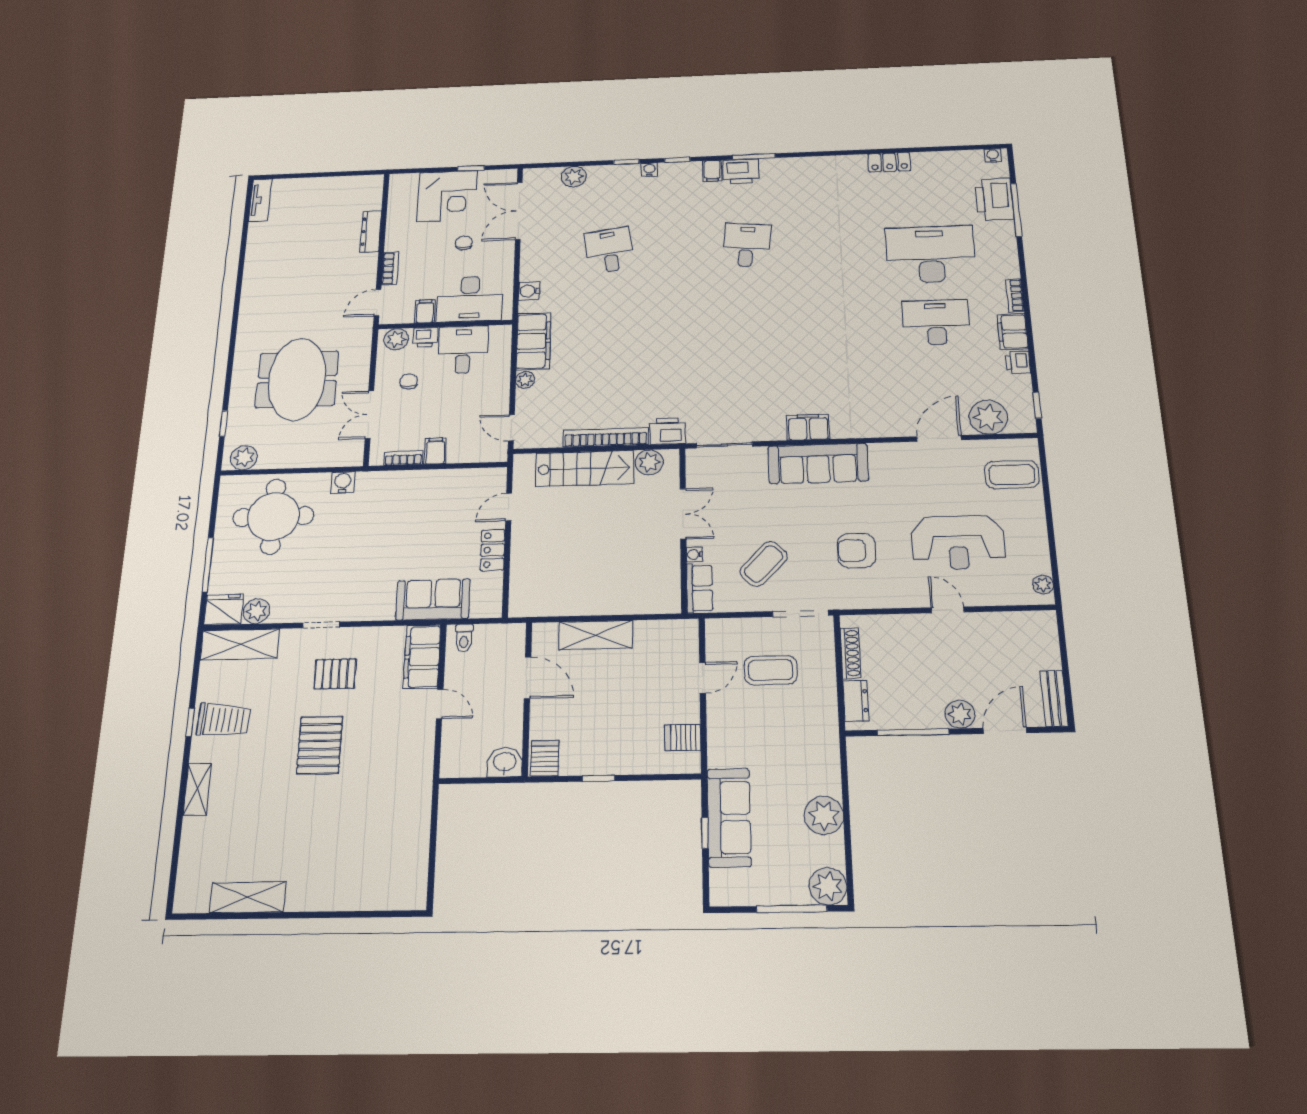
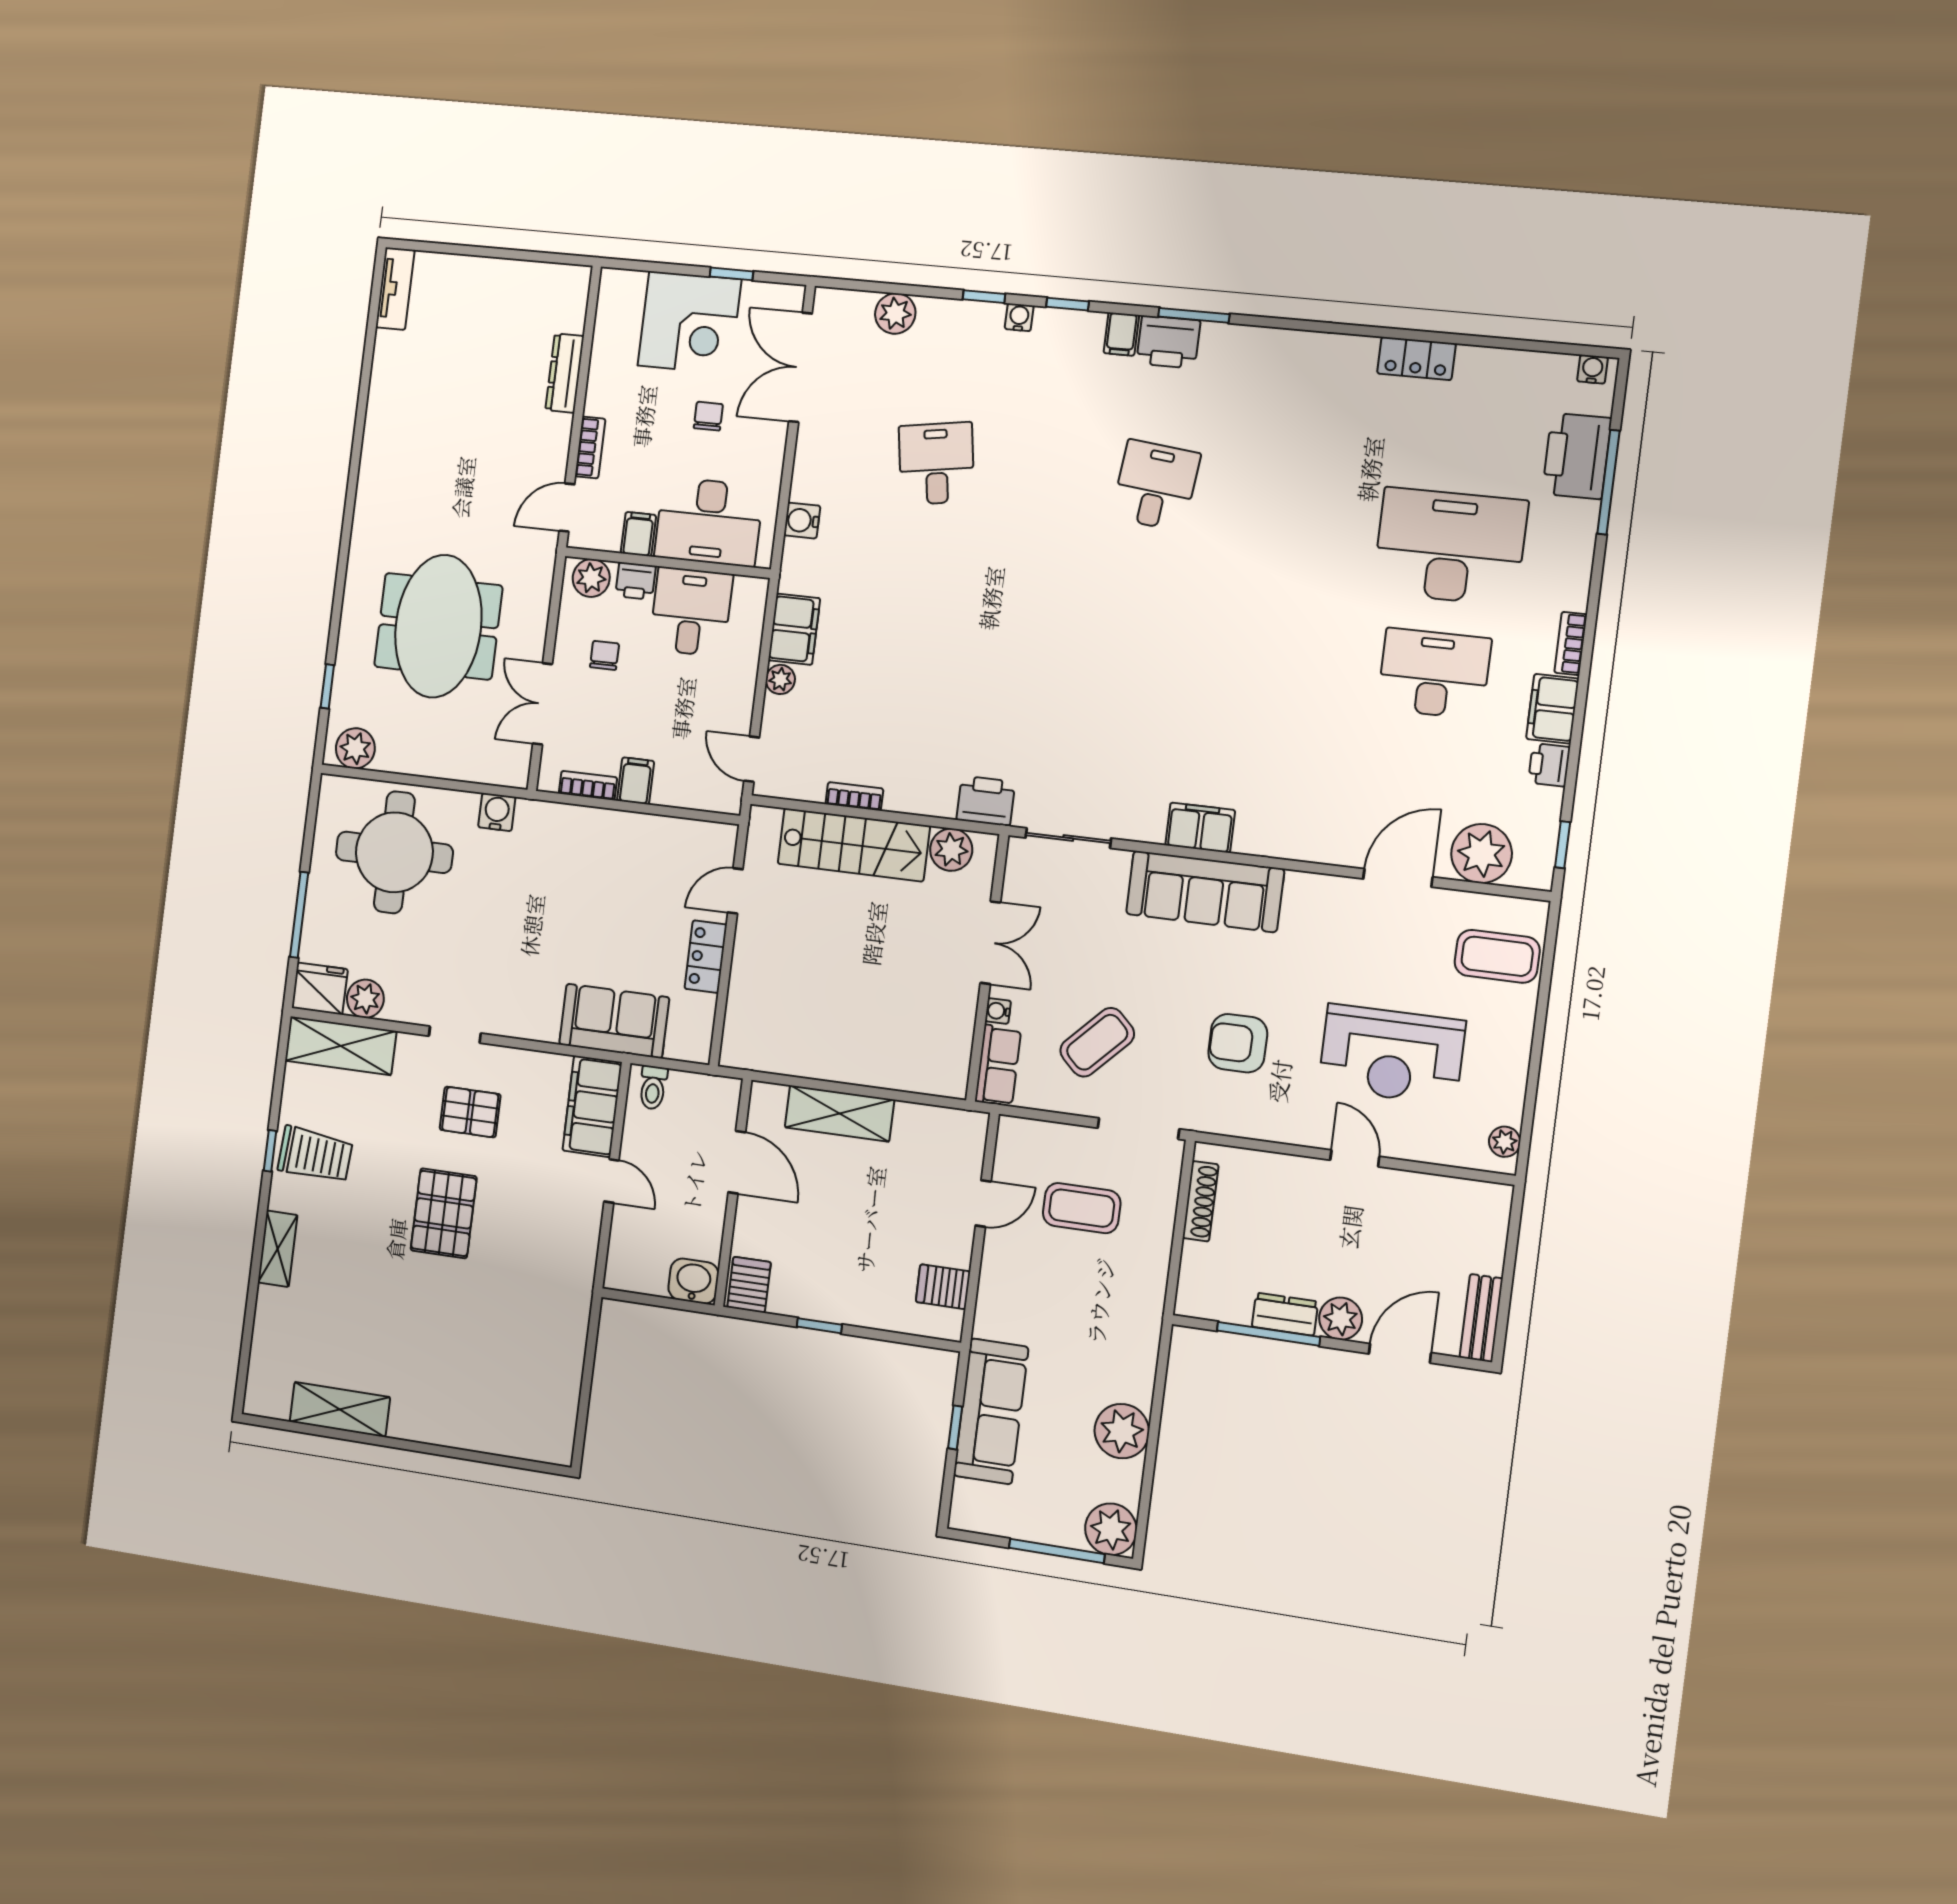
filing cabinet: (534, 341) -> (794, 629), width x0.67, depth x0.86
bookcase: (606, 437) -> (854, 796), width x0.43, depth x0.76
dresser: (856, 701) -> (1285, 1314), moved, turned -90

